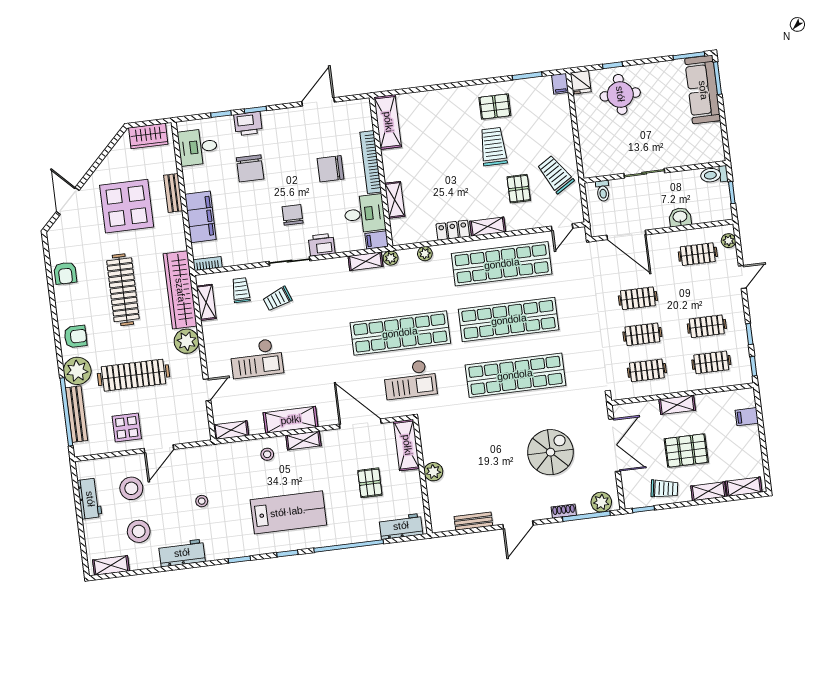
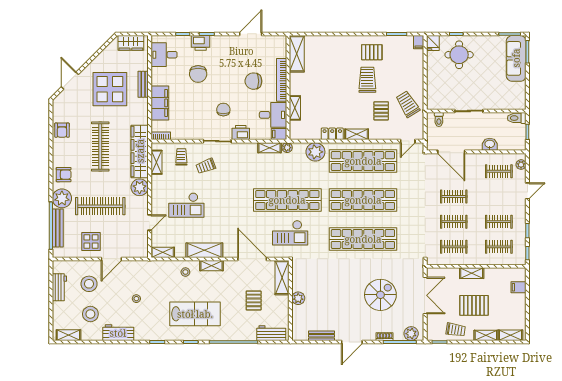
plant: (425, 254) -> (315, 152), width x1.87, depth x1.87

